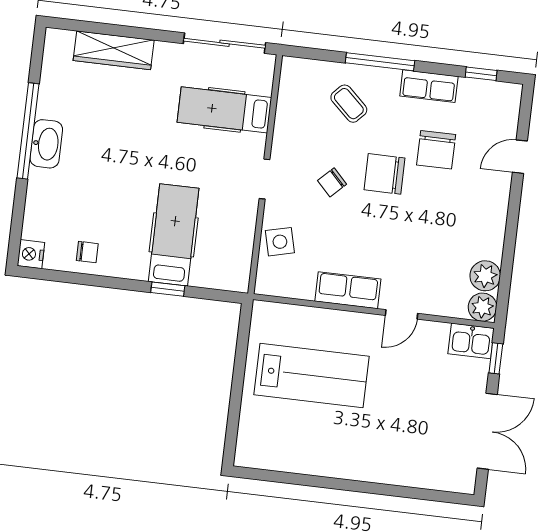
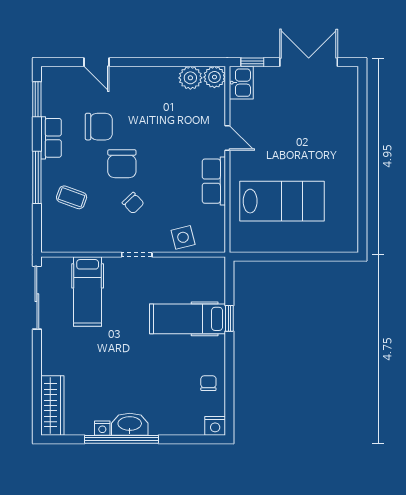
wardrobe: (114, 50) -> (52, 405), moved
window: (481, 74) -> (37, 99), width x1.50
coffee table: (349, 104) -> (72, 197), turned 67
nightstand: (45, 108) -> (102, 428), added
lab bench: (311, 376) -> (282, 201), turned 90

